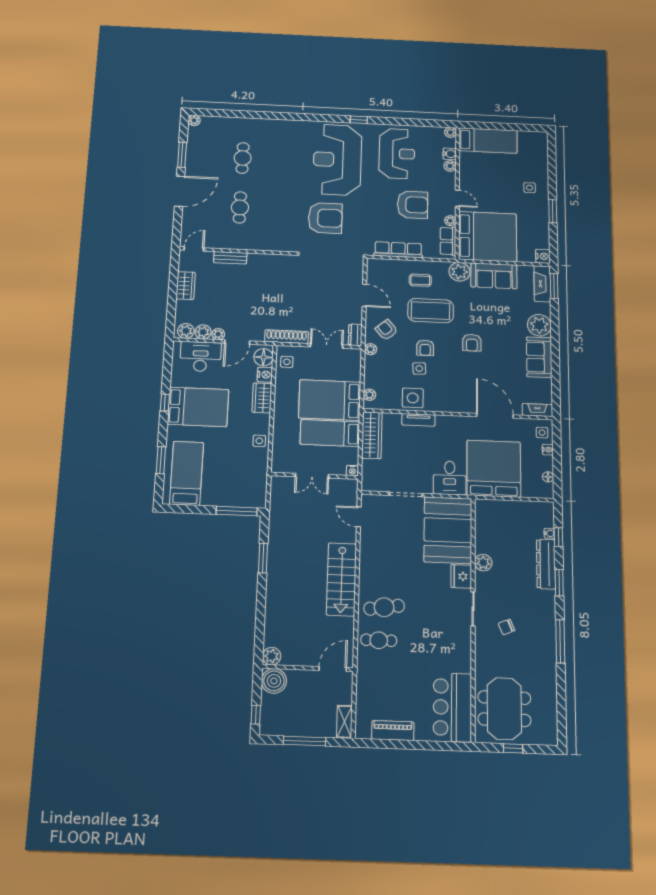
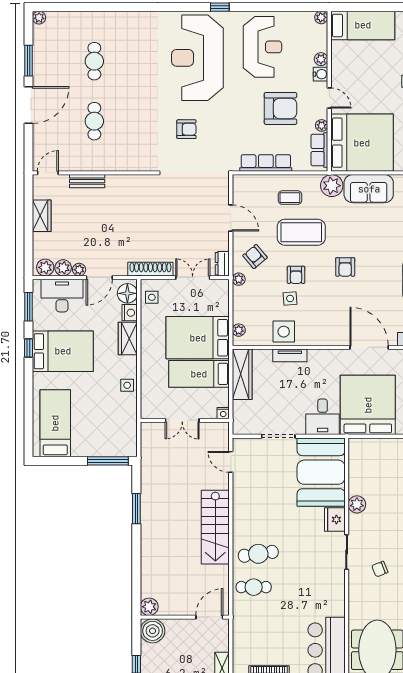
water cooler: (450, 154) -> (320, 74), moved
armchair: (325, 218) -> (186, 129), width x0.53, depth x0.53
window: (161, 460) -> (29, 307), moved

